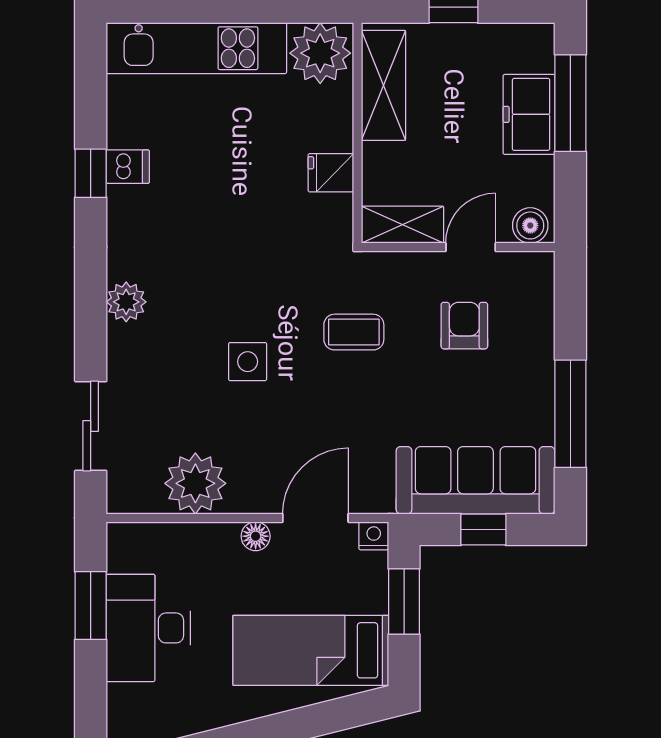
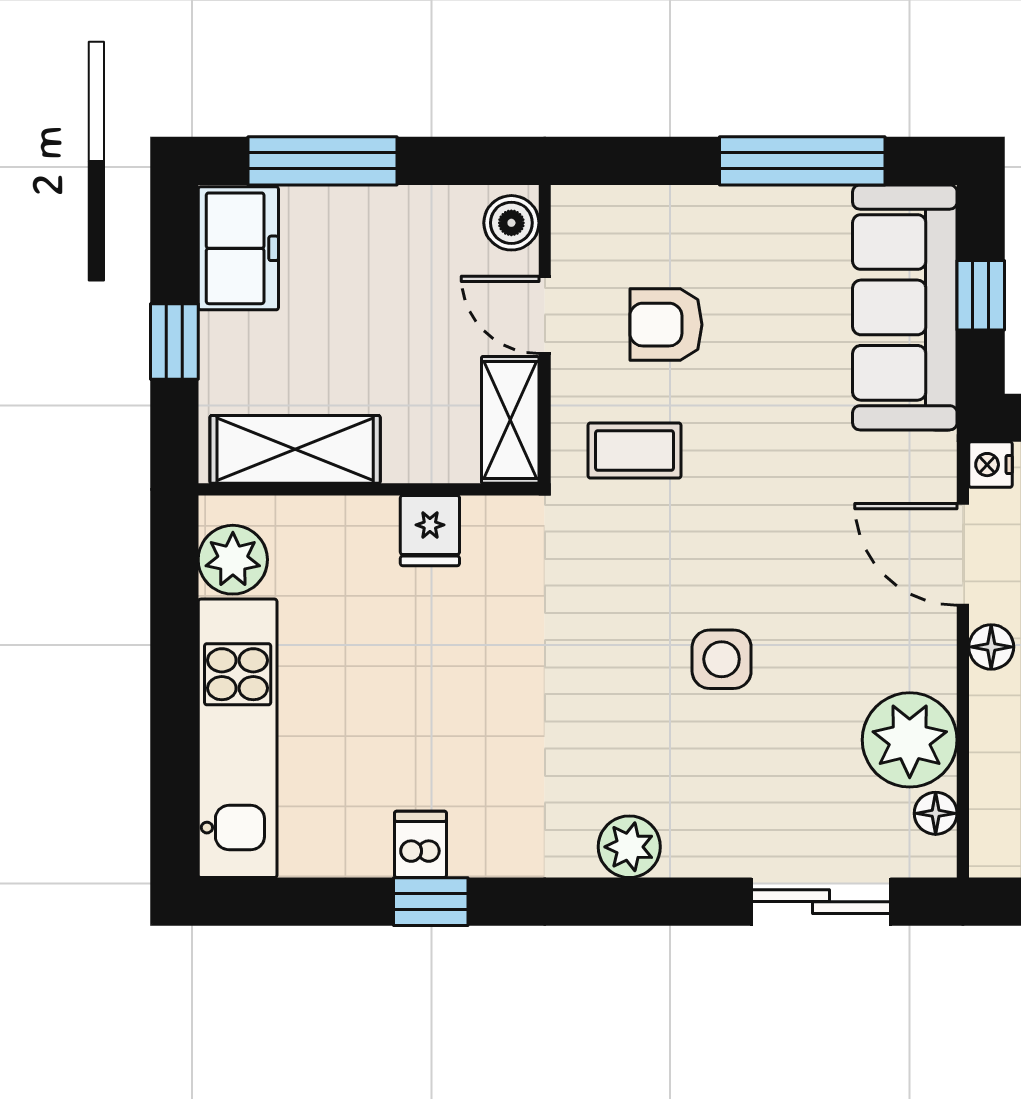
plant: (320, 53) -> (233, 560), width x0.73, depth x0.73
freezer: (529, 114) -> (238, 248), moved, turned -90
coffee table: (354, 332) -> (635, 451), moved, turned 90
floor lamp: (148, 500) -> (936, 813), added

